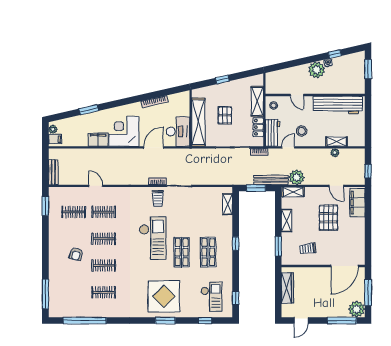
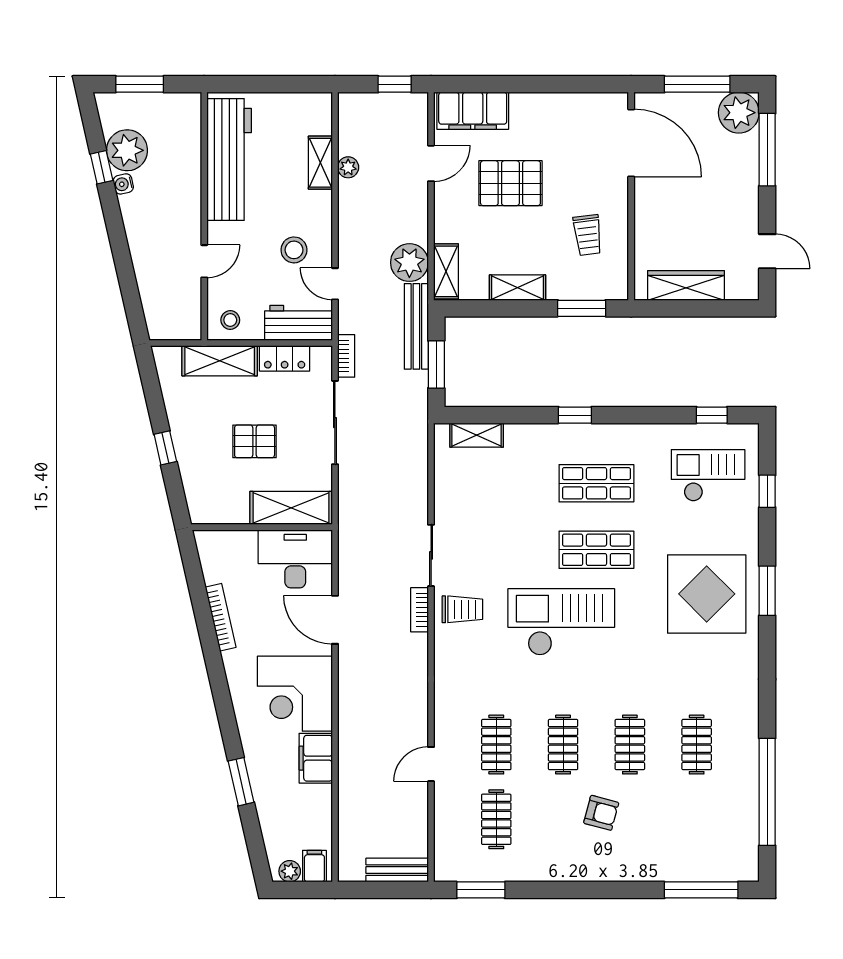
plant: (317, 70) -> (127, 150), moved
shelving: (198, 122) -> (291, 508), width x0.68

